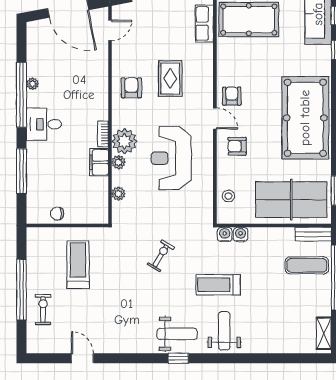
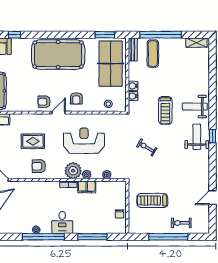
reception desk: (171, 158) -> (84, 141), turned 180
water cooler: (225, 235) -> (133, 86), moved

